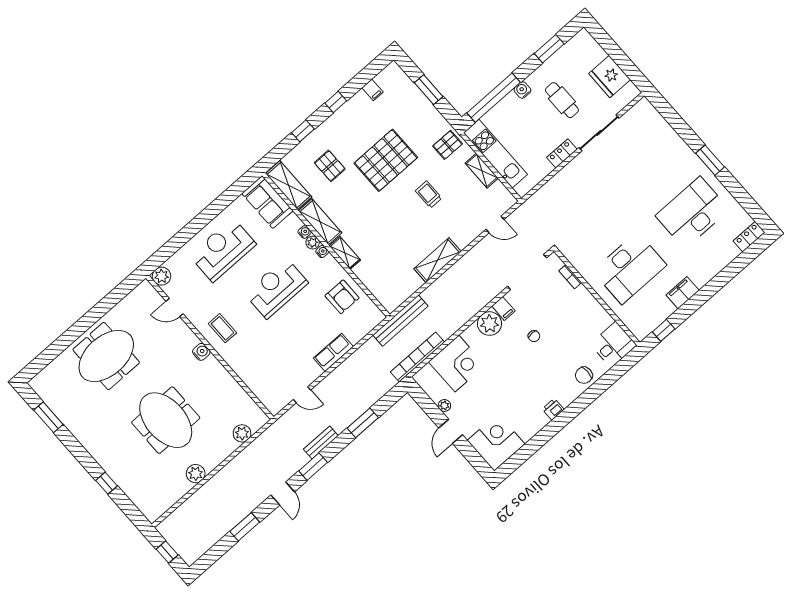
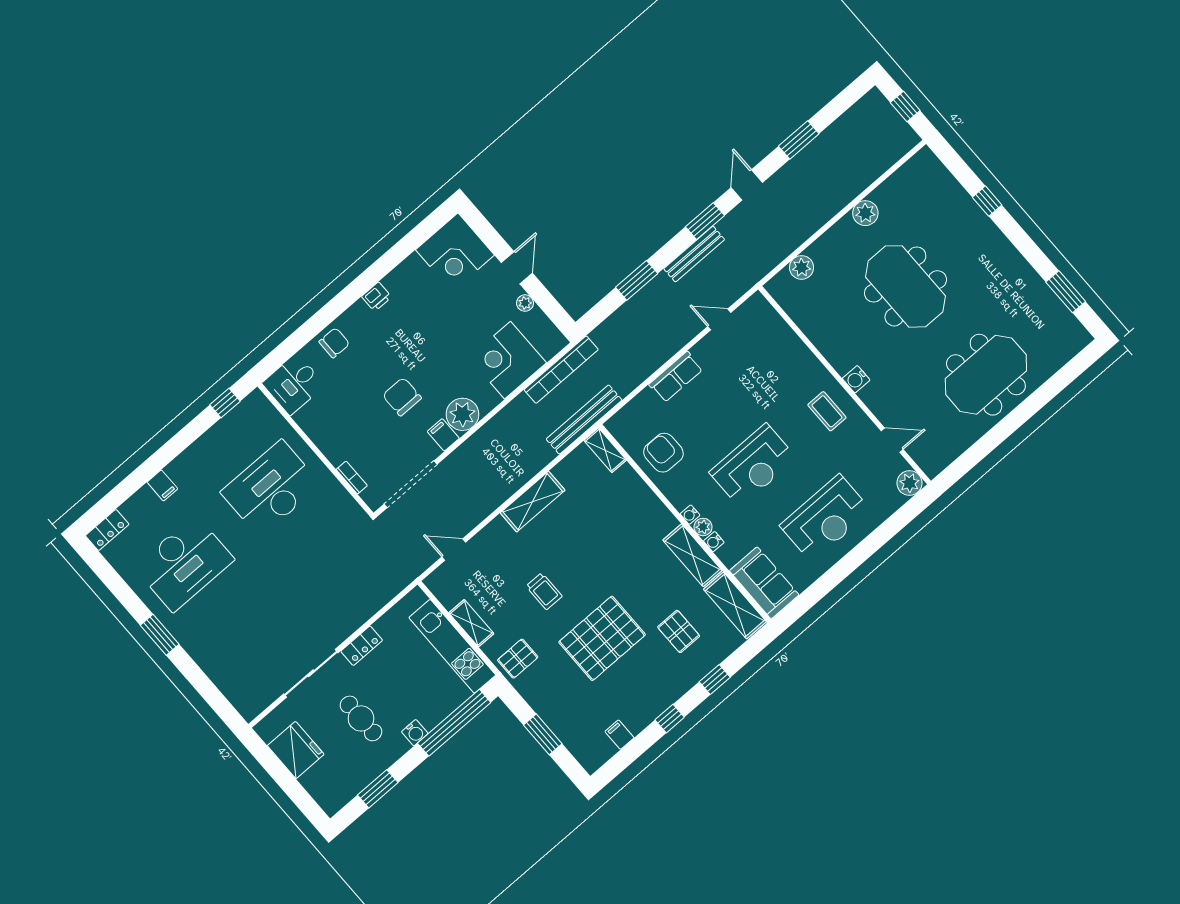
shelving: (345, 253) -> (605, 450), moved
filing cabinet: (683, 293) -> (162, 485), moved, width x0.50
chair: (534, 336) -> (402, 397), width x1.87, depth x1.87
bench: (321, 442) -> (694, 254), width x1.36

